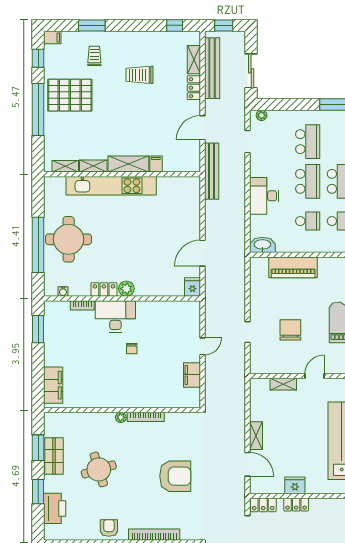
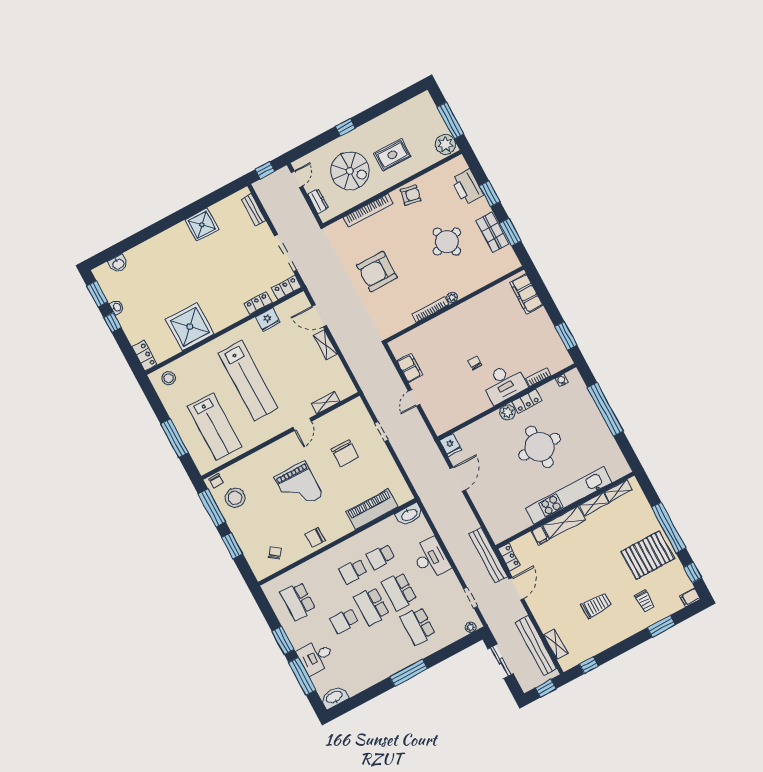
locker: (194, 88) -> (509, 557), moved
round table: (69, 239) -> (540, 447), moved
armchair: (109, 528) -> (411, 195), turned -79

